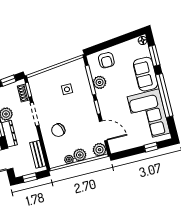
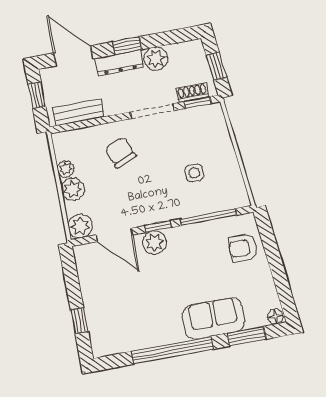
plant: (100, 82) -> (155, 243), moved
corner sofa: (149, 115) -> (139, 320), removed
door: (103, 131) -> (114, 235), hinge flipped

